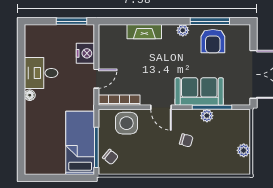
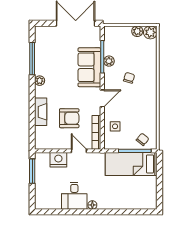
armchair: (213, 41) -> (69, 118), moved
side table: (127, 123) -> (115, 126), width x0.54, depth x0.54
plant: (242, 167) -> (150, 32), added

